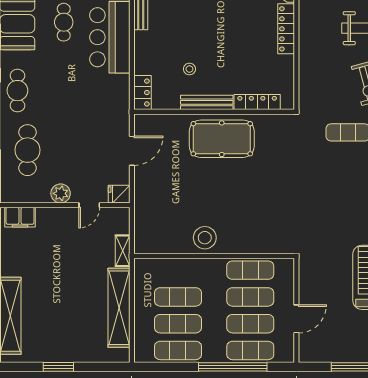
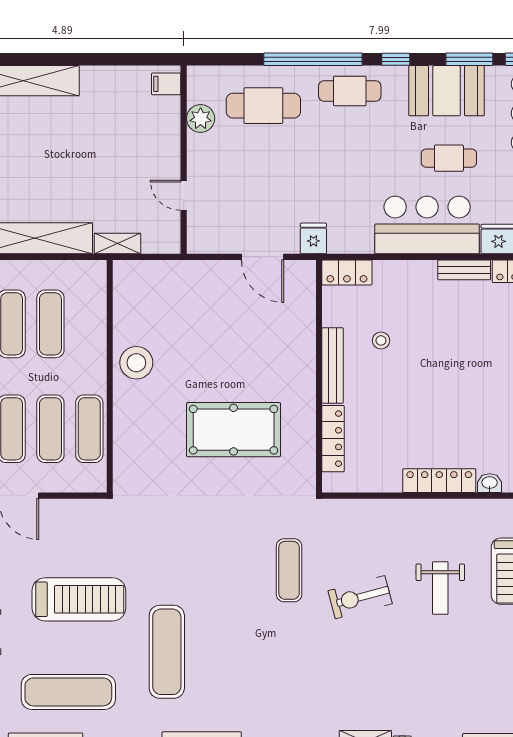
pool table: (222, 139) -> (234, 430), moved, turned 90
plant: (61, 193) -> (201, 118), moved
fridge: (119, 194) -> (313, 238), moved
filing cabinet: (20, 217) -> (166, 84), width x0.50

